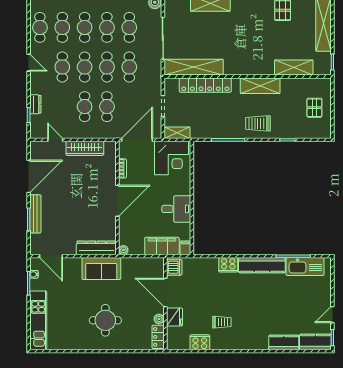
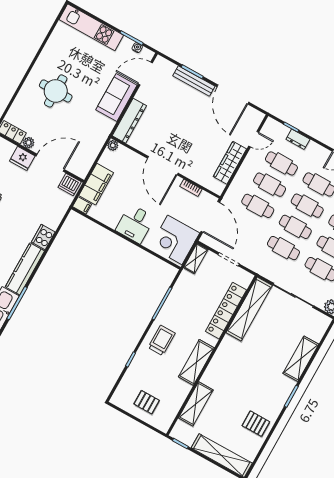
cafe table: (62, 107) -> (281, 163), added
desk: (176, 209) -> (135, 224), moved
sofa: (101, 269) -> (116, 98), moved

